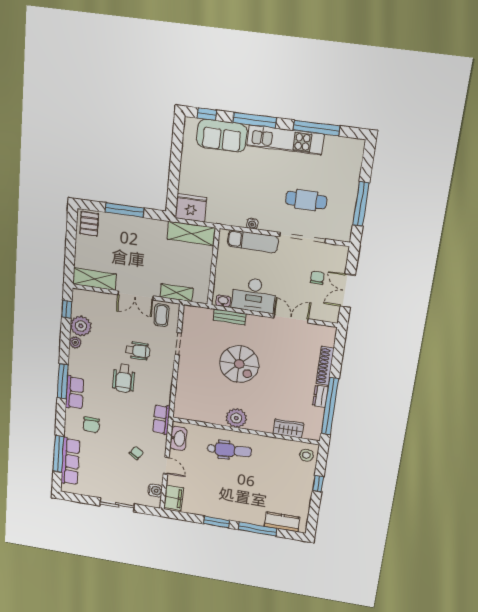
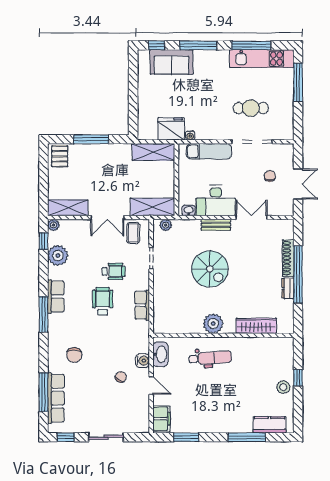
kitchen unit: (285, 140) -> (262, 59), moved
window: (361, 204) -> (298, 82), moved
fridge: (191, 208) -> (171, 129), moved
water cooler: (252, 224) -> (190, 135), moved
double door: (348, 291) -> (298, 184), swing flipped
shelving: (177, 293) -> (153, 207), width x1.50, depth x1.33
plant: (197, 312) -> (166, 225), added
bench: (230, 317) -> (216, 225), moved
plant: (75, 342) -> (54, 225), moved
wheelchair: (124, 378) -> (103, 301), turned 180
row of seats: (75, 393) -> (56, 296), moved
window: (330, 406) -> (298, 274), moved
row of seats: (161, 419) -> (142, 305), moved
wardrobe: (288, 429) -> (256, 326), width x1.50
stool: (306, 455) -> (283, 387), moved
water cooler: (155, 491) -> (143, 361), moved
window: (78, 498) -> (66, 437), added
window: (216, 522) -> (186, 437), moved

